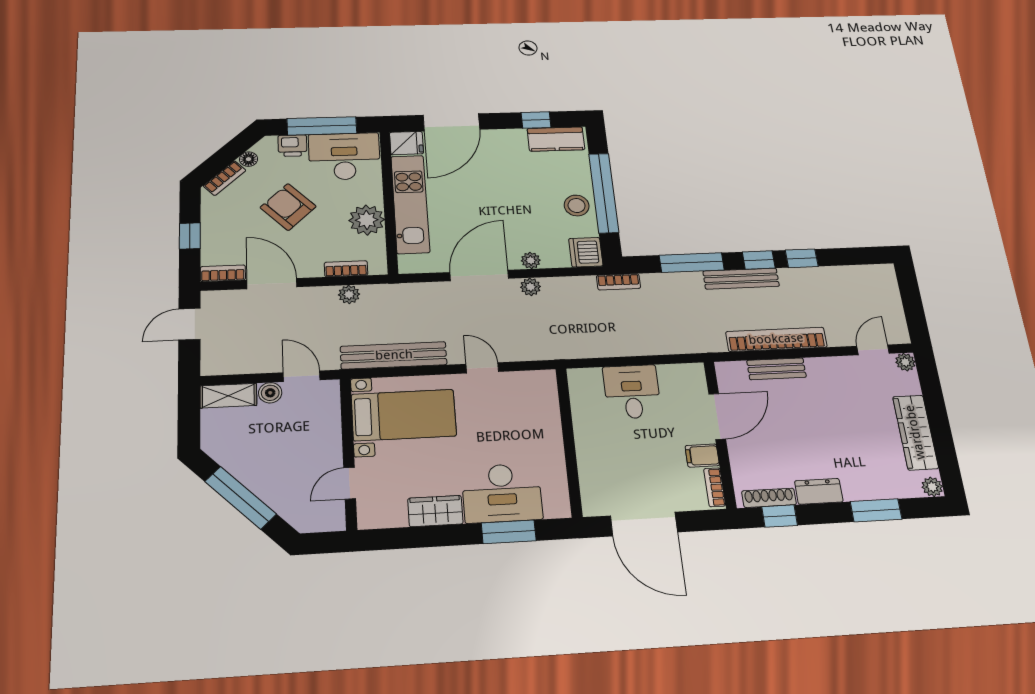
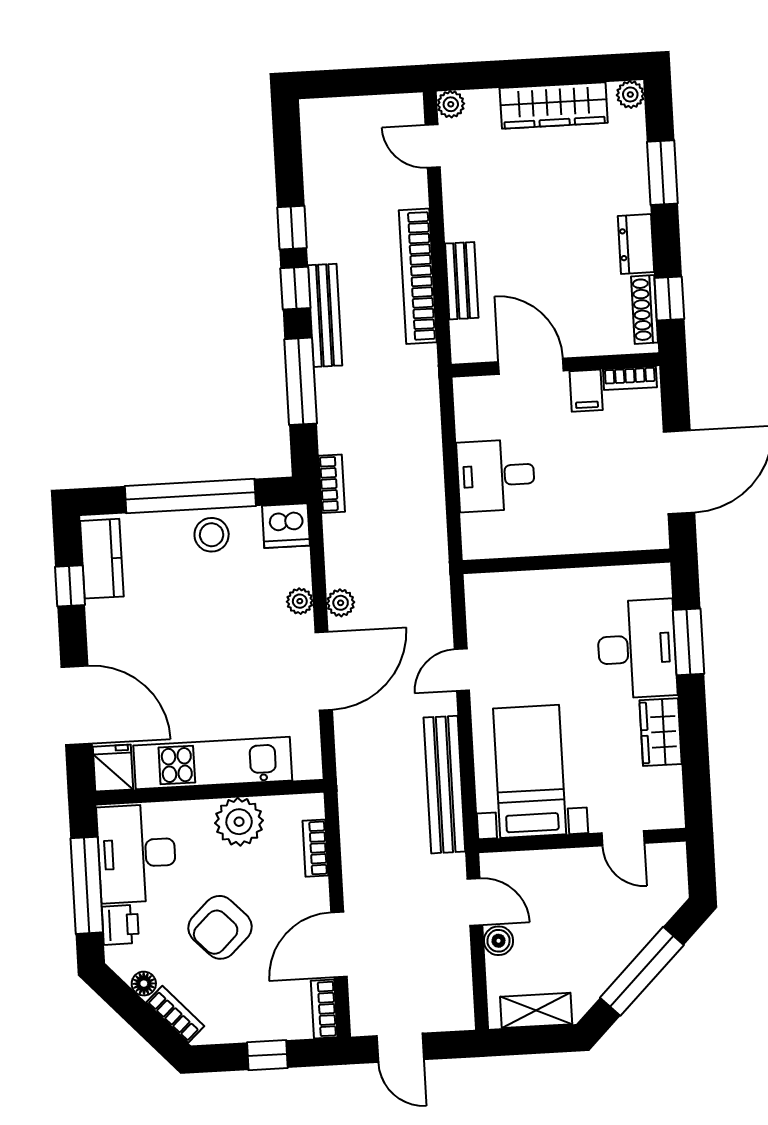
door: (479, 275) -> (324, 671), swing flipped
plant: (349, 294) -> (354, 843), removed
door: (302, 376) -> (475, 902), swing flipped
shelving: (228, 396) -> (536, 1010), moved, turned 90

